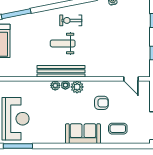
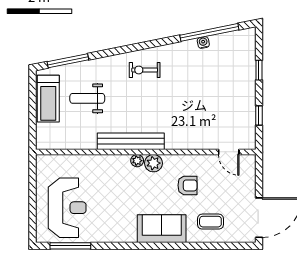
weight bench: (63, 43) -> (87, 98), moved
plant: (55, 85) -> (123, 161), removed

